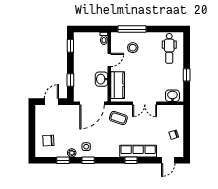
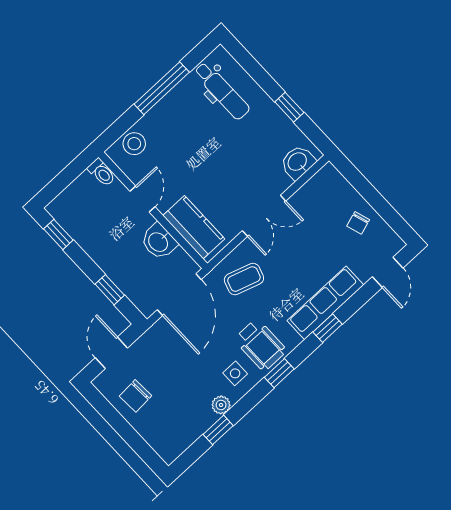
window: (132, 29) -> (162, 88), moved
stool: (133, 48) -> (134, 144), moved
chair: (48, 140) -> (136, 396), moved
wheelchair: (103, 145) -> (260, 345), added
window: (88, 160) -> (279, 373), moved

